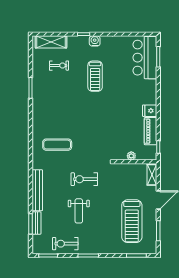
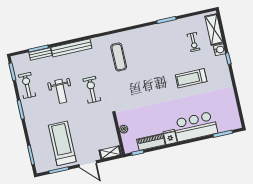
water cooler: (95, 41) -> (219, 50), moved
bar counter: (145, 58) -> (195, 127), moved
weight bench: (79, 211) -> (61, 91), turned -90
treadmill: (132, 221) -> (62, 143), turned 90

